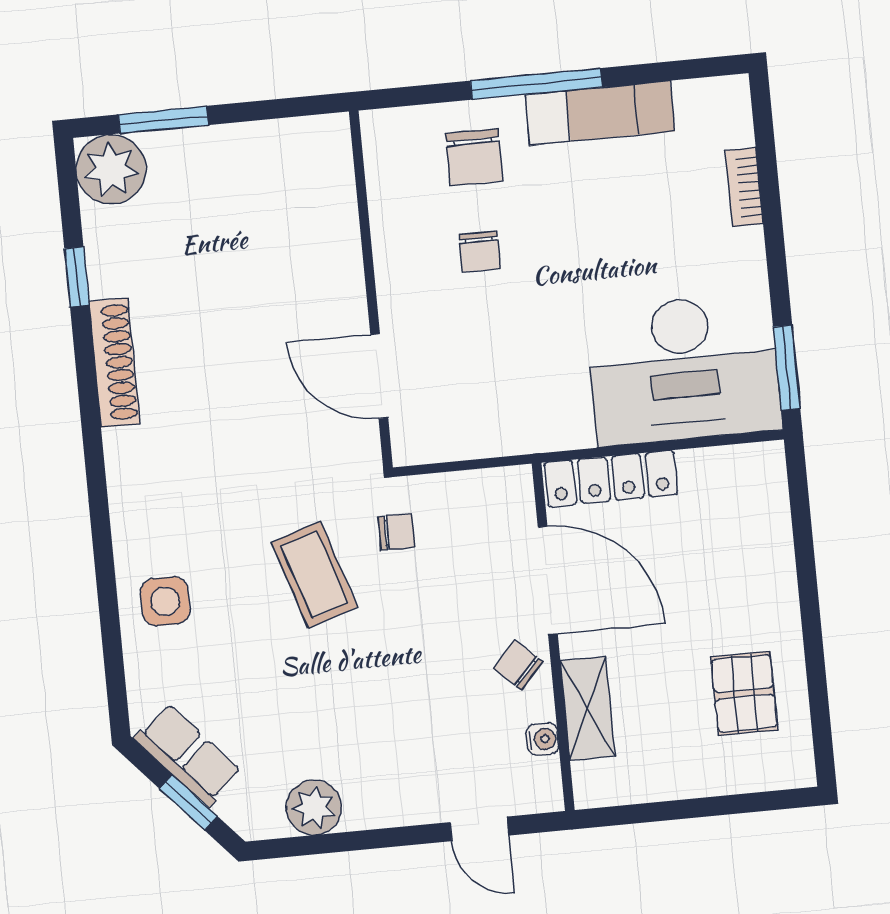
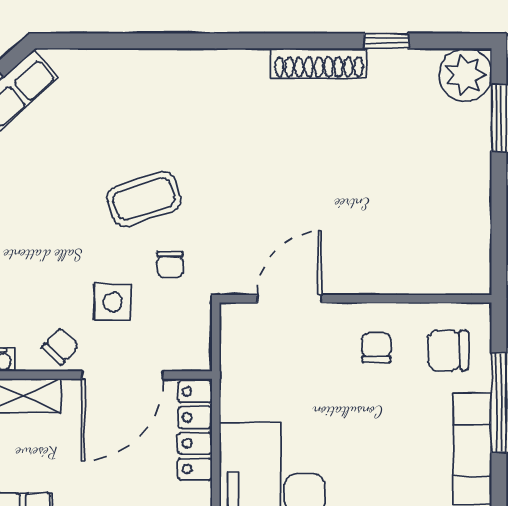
chair: (480, 251) -> (376, 348), turned 90
wall: (371, 289) -> (355, 299), moved
door: (379, 376) -> (289, 299), moved
side table: (165, 601) -> (113, 302), moved

